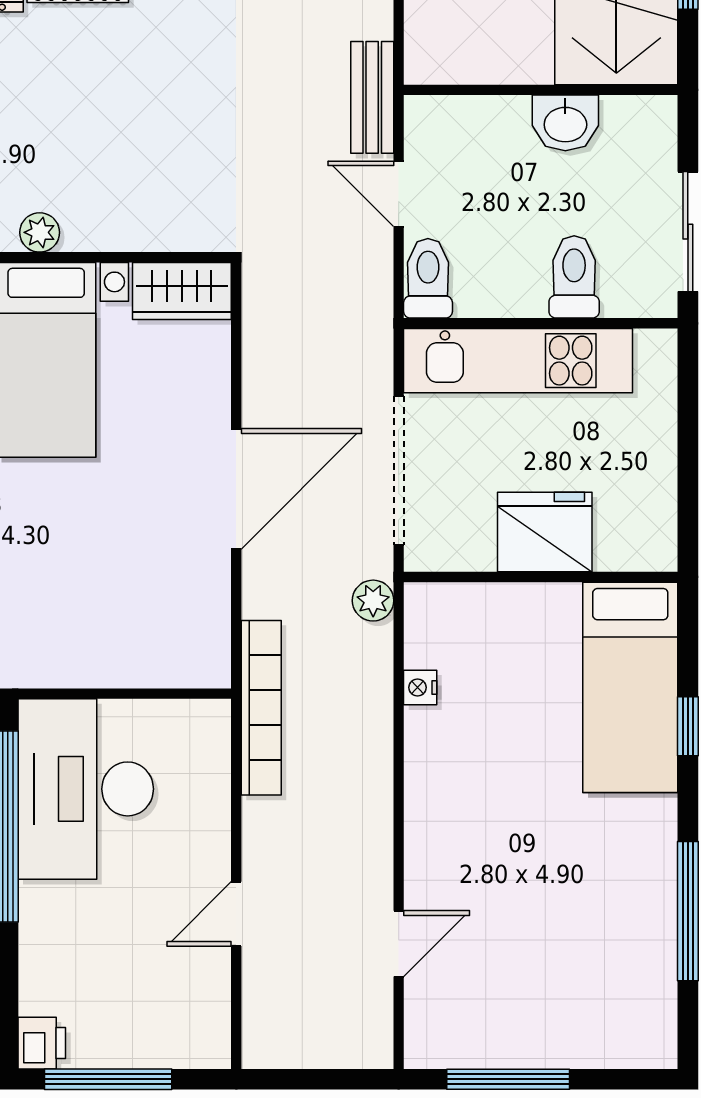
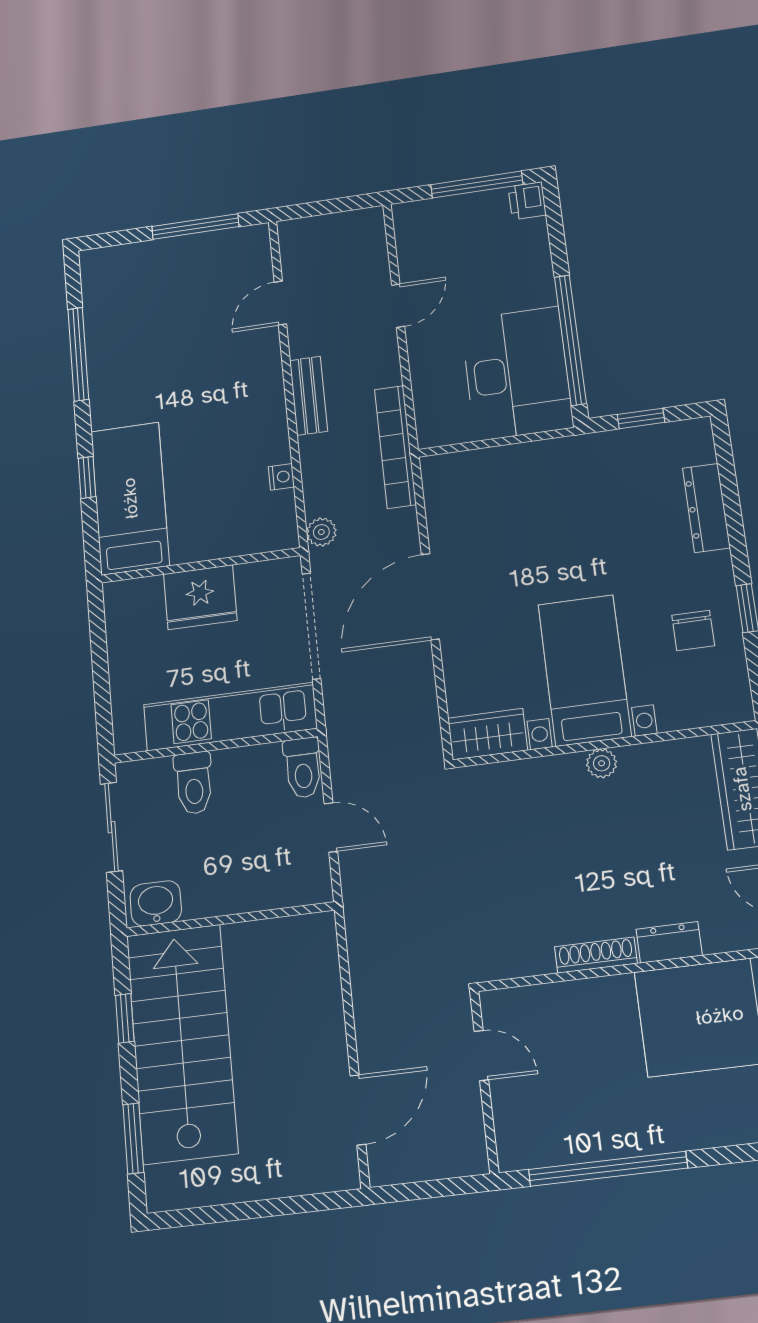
bench: (372, 97) -> (309, 396), moved
washbasin: (565, 123) -> (156, 903), moved

